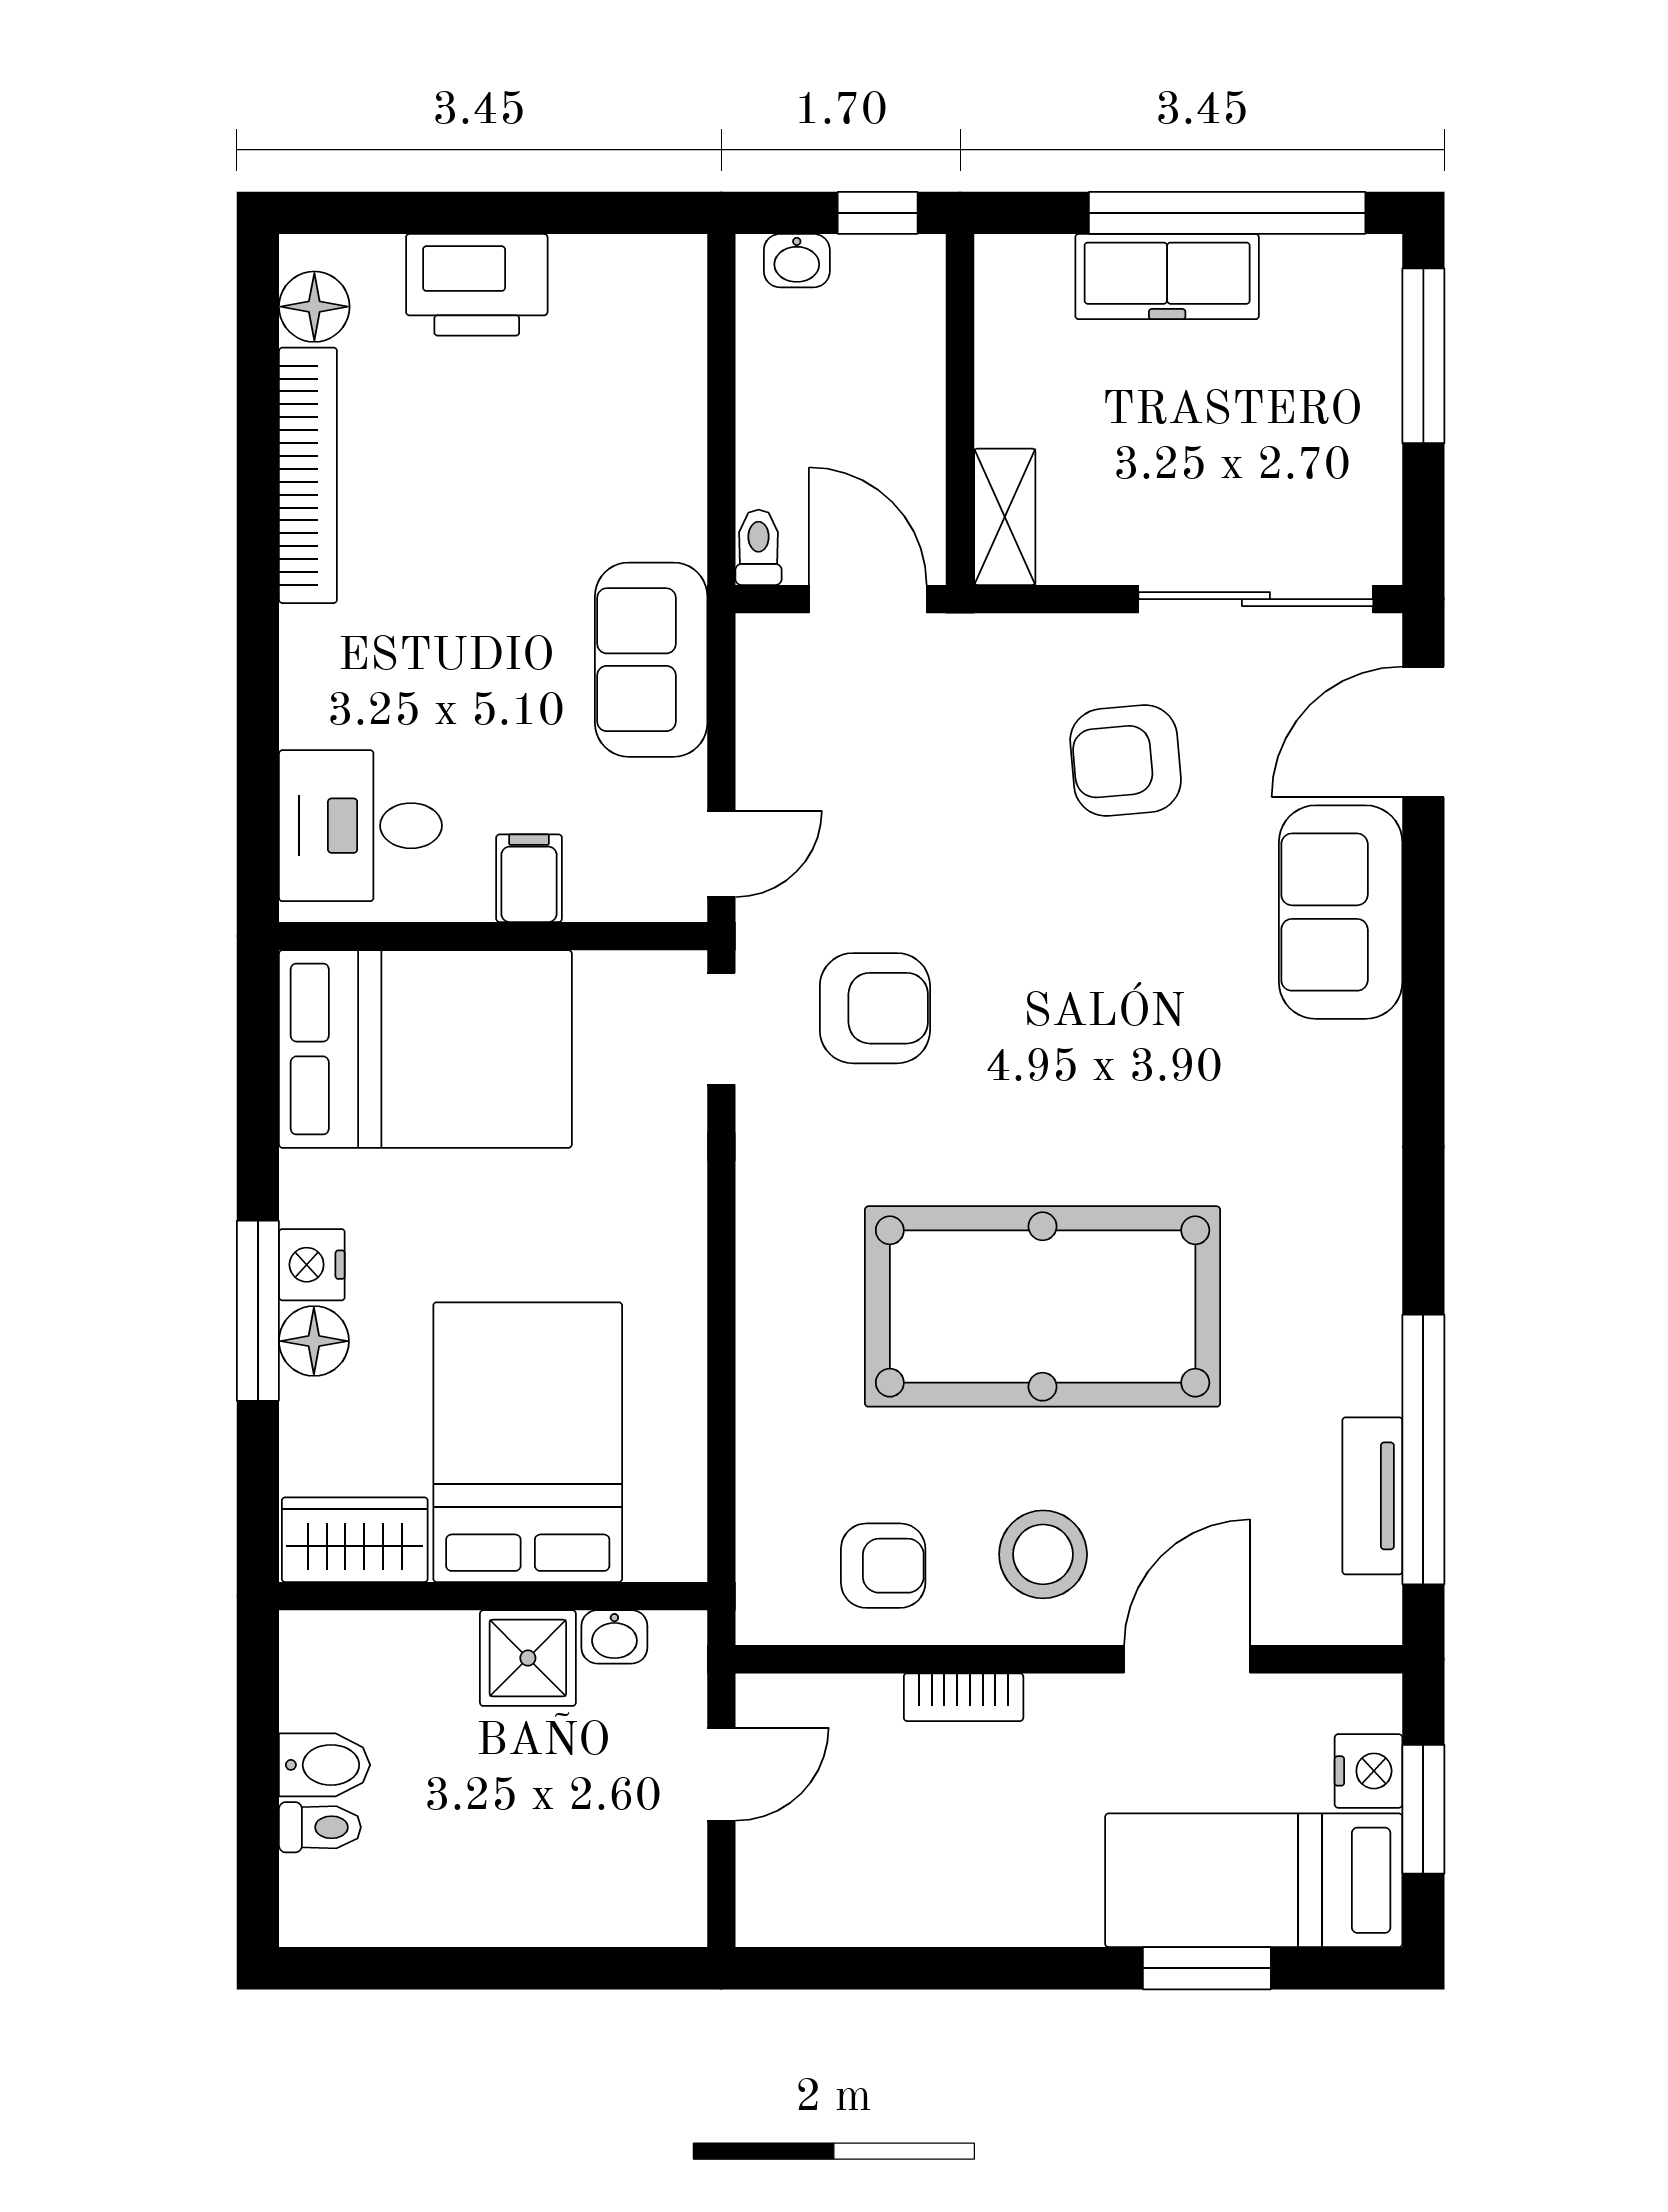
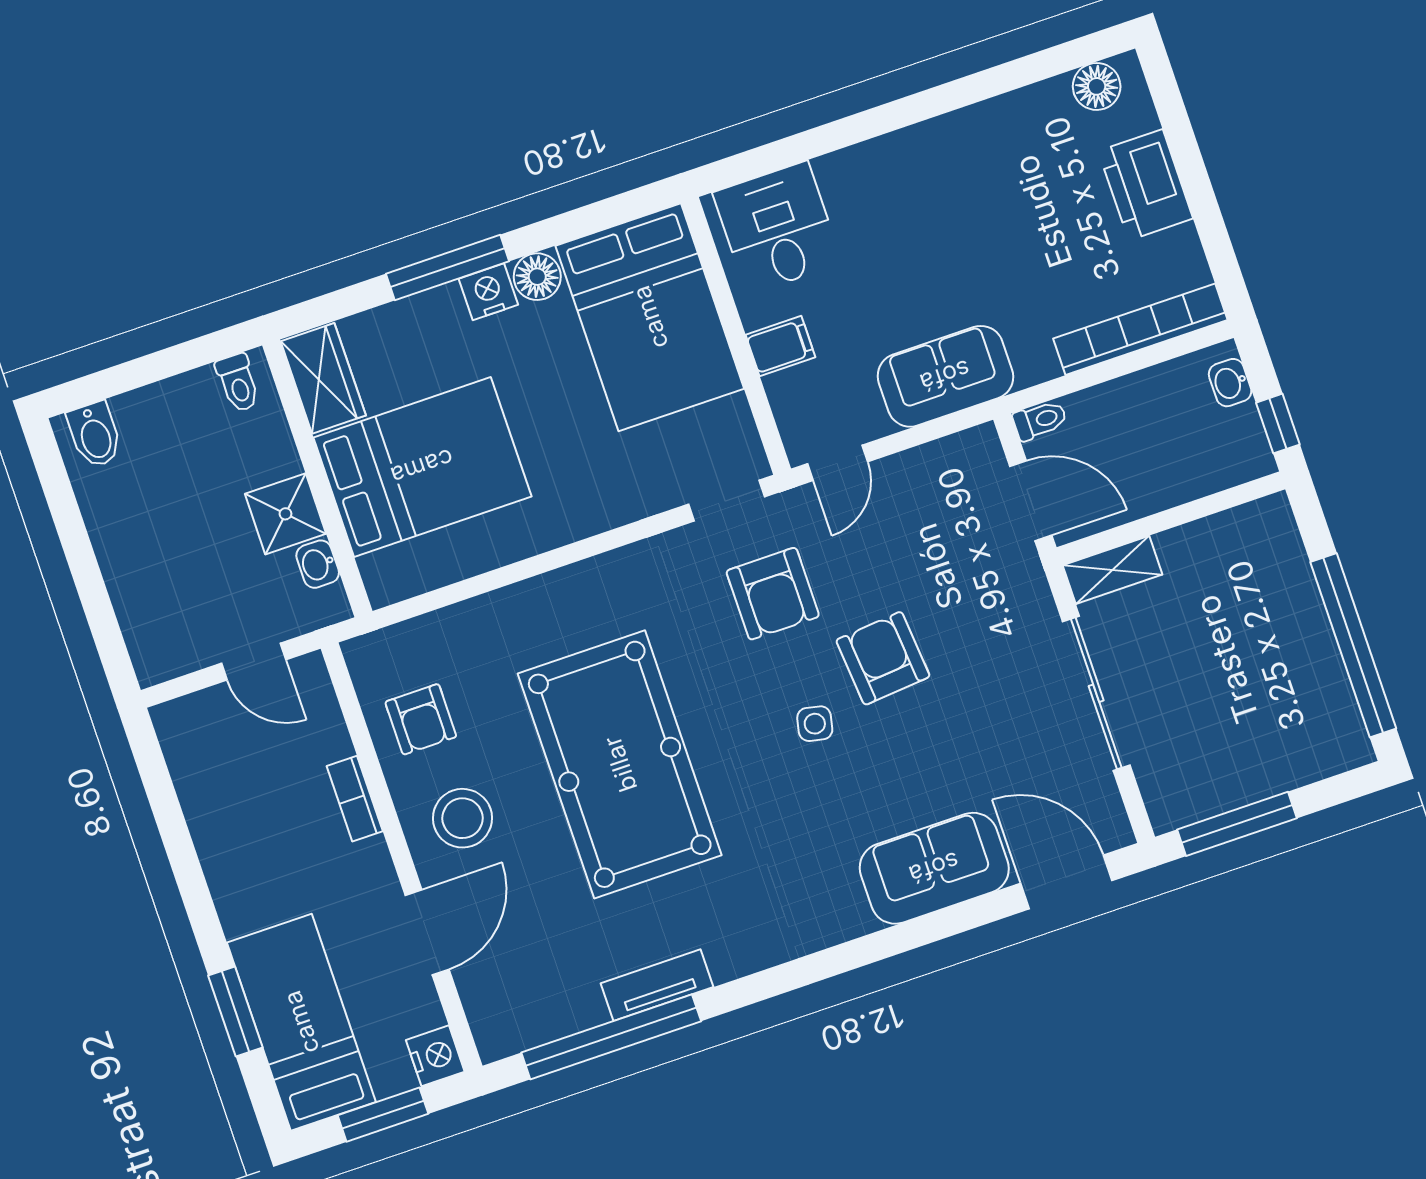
freezer: (1167, 277) -> (1300, 621), removed
window: (1423, 356) -> (1237, 824), moved
bookcase: (308, 475) -> (1140, 329), moved, turned 180
door: (868, 599) -> (1031, 501), hinge flipped
sliding door: (1256, 599) -> (1096, 693), moved
armchair: (1126, 761) -> (883, 658), moved
door: (721, 854) -> (837, 463), hinge flipped
side table: (1079, 1011) -> (815, 724), added
floor lamp: (314, 1341) -> (537, 277), moved
tv unit: (1372, 1496) -> (657, 985), moved
door: (1187, 1659) -> (427, 932), hinge flipped
bidet: (325, 1765) -> (95, 435), moved
nightstand: (1369, 1771) -> (435, 1056), moved, turned -90
toilet: (320, 1827) -> (238, 383), moved

